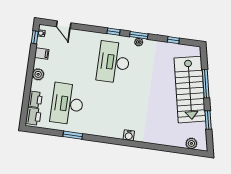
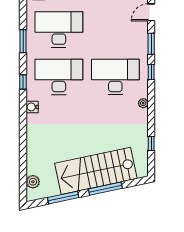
window: (139, 35) -> (151, 44), moved
desk: (107, 109) -> (59, 77), added
window: (208, 120) -> (63, 198), width x1.44
window: (107, 140) -> (23, 82), added

